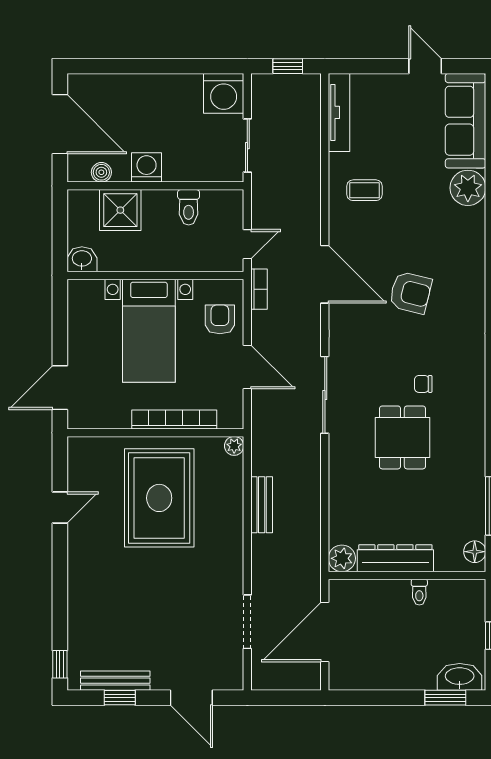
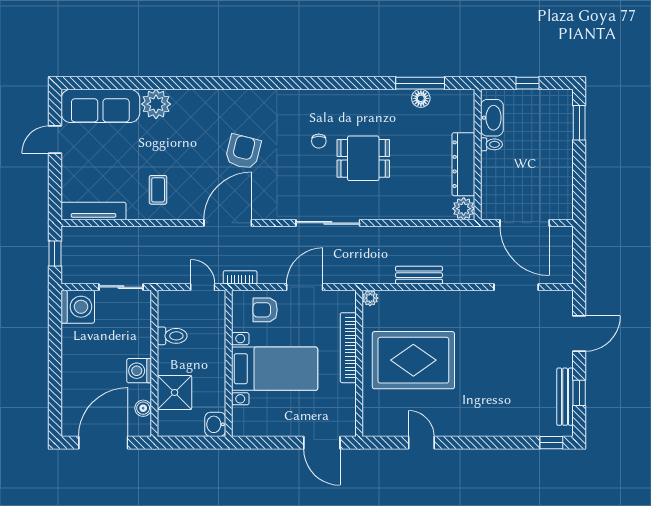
floor lamp: (475, 552) -> (421, 98), moved
washbasin: (460, 677) -> (492, 118), moved, turned 180

